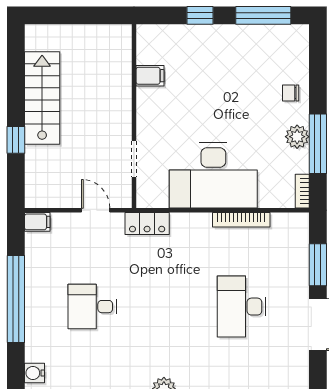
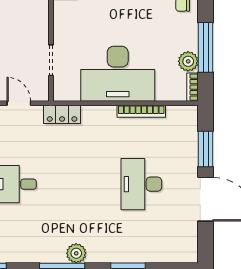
plant: (297, 137) -> (188, 61), moved

